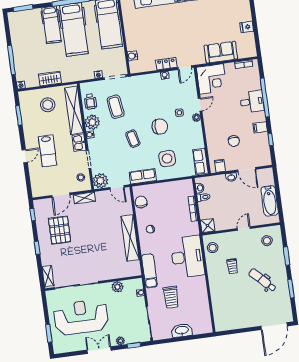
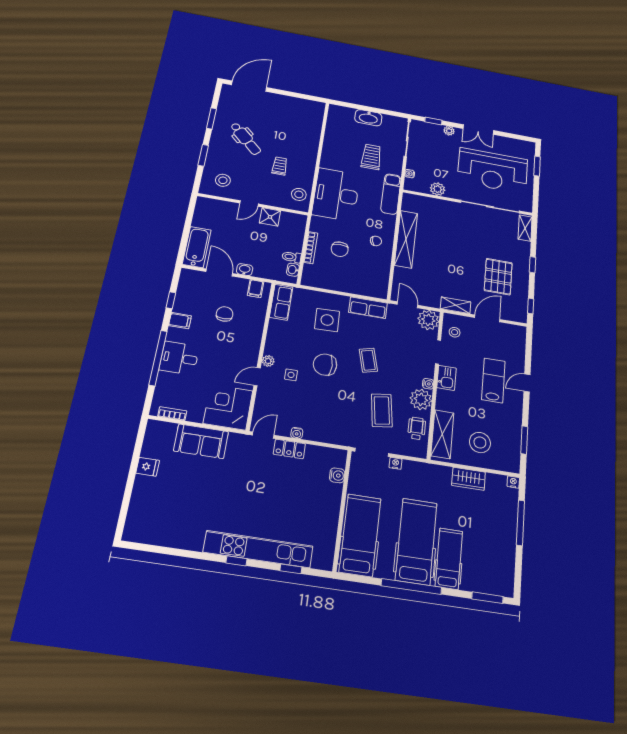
shelving: (74, 110) -> (442, 434), width x0.68
bathtub: (270, 201) -> (197, 247), moved
chair: (141, 202) -> (340, 249), moved
shower: (207, 226) -> (270, 217), moved

